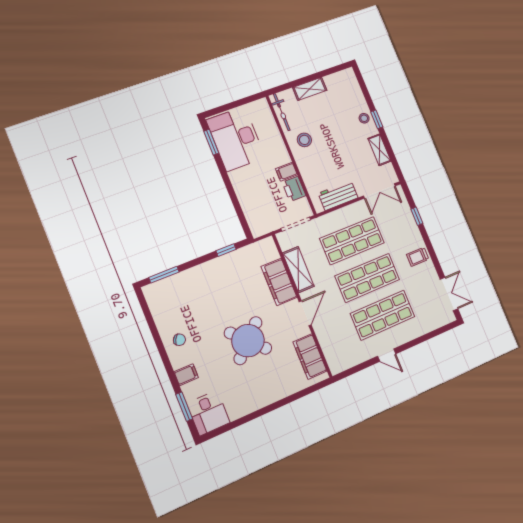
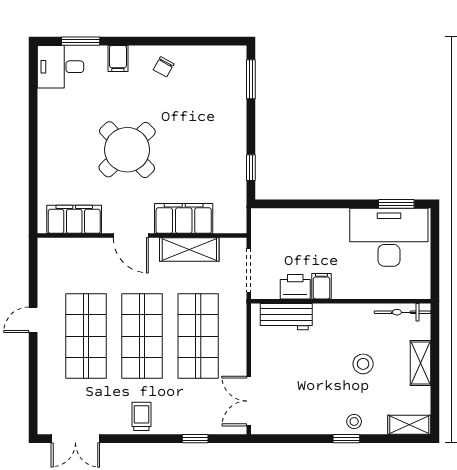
stool: (304, 140) -> (363, 364), moved
shelving: (379, 150) -> (409, 425), moved
workbench: (338, 195) -> (286, 317), moved, turned 90

